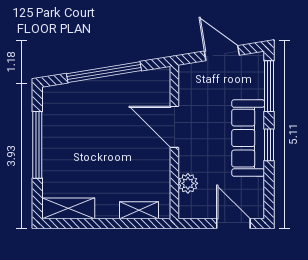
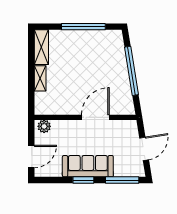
plant: (188, 183) -> (44, 126), moved
shelving: (139, 210) -> (40, 78), moved

